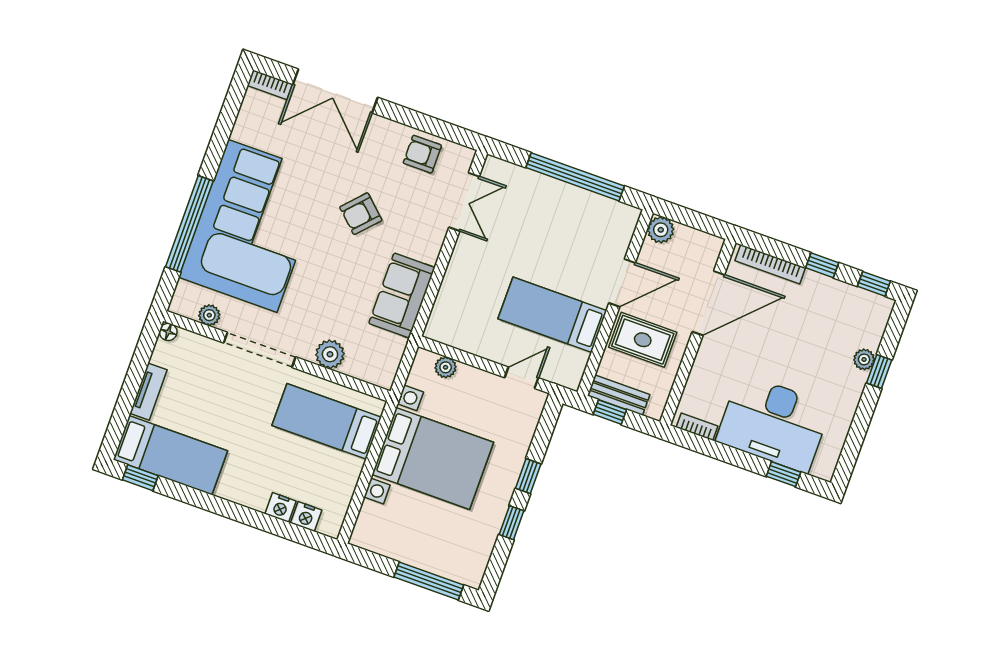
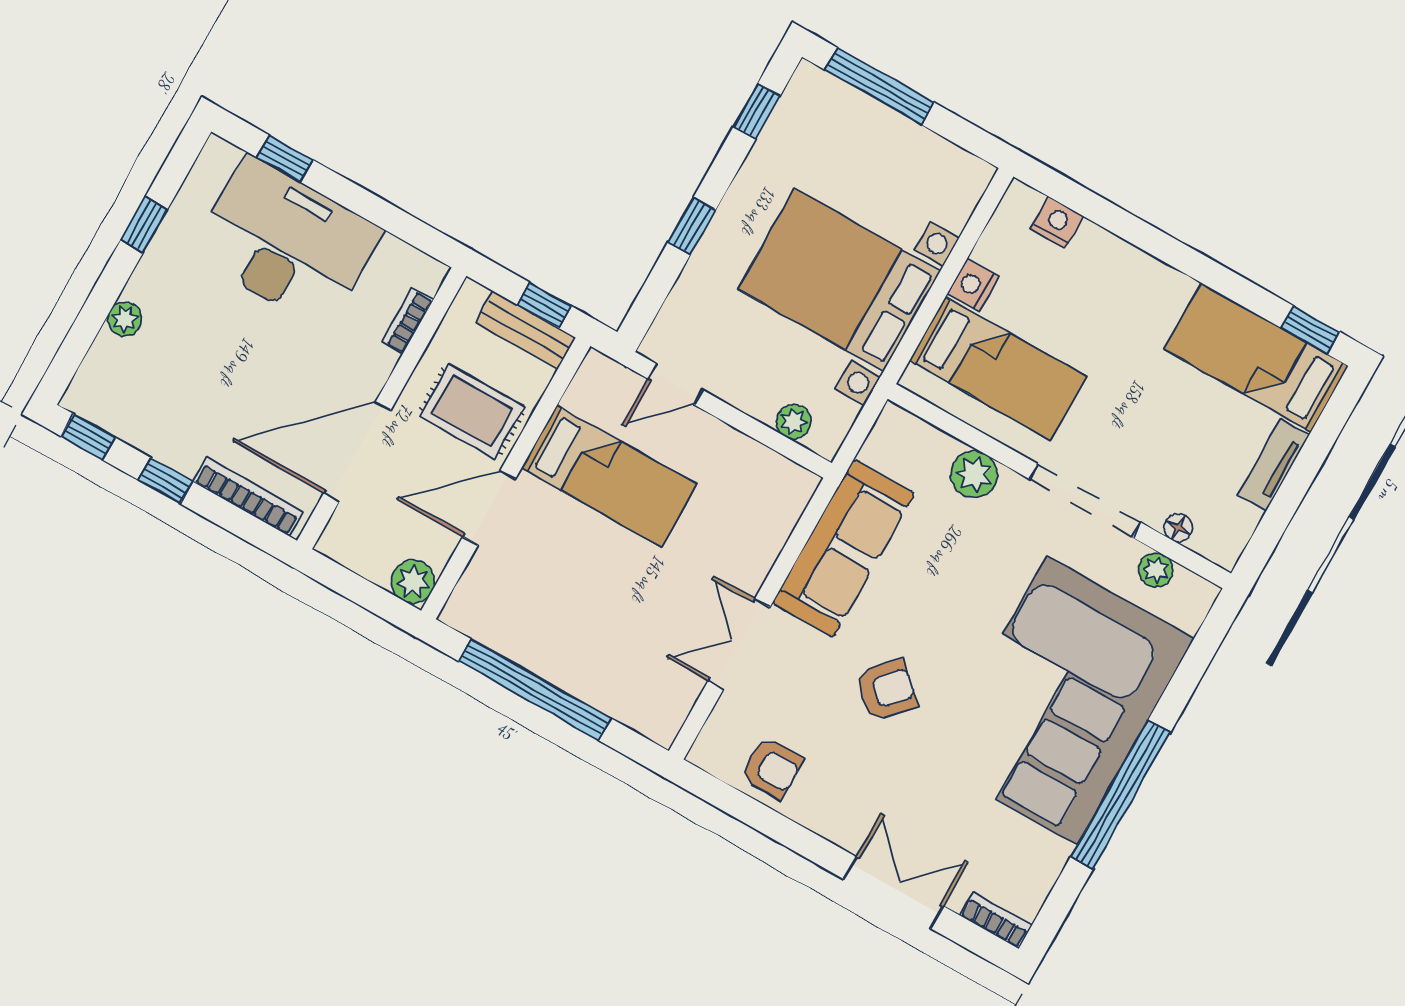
double door: (335, 91) -> (893, 892), width x0.73
double door: (464, 202) -> (739, 644), moved
window: (189, 224) -> (1120, 795), moved
sofa: (402, 295) -> (843, 548), width x1.36
floor lamp: (168, 332) -> (1178, 528), moved
window: (879, 371) -> (144, 225), moved
bookcase: (697, 427) -> (407, 321), moved, turned 90
nightstand: (281, 507) -> (973, 285), moved, turned -90
window: (511, 523) -> (757, 111), moved

